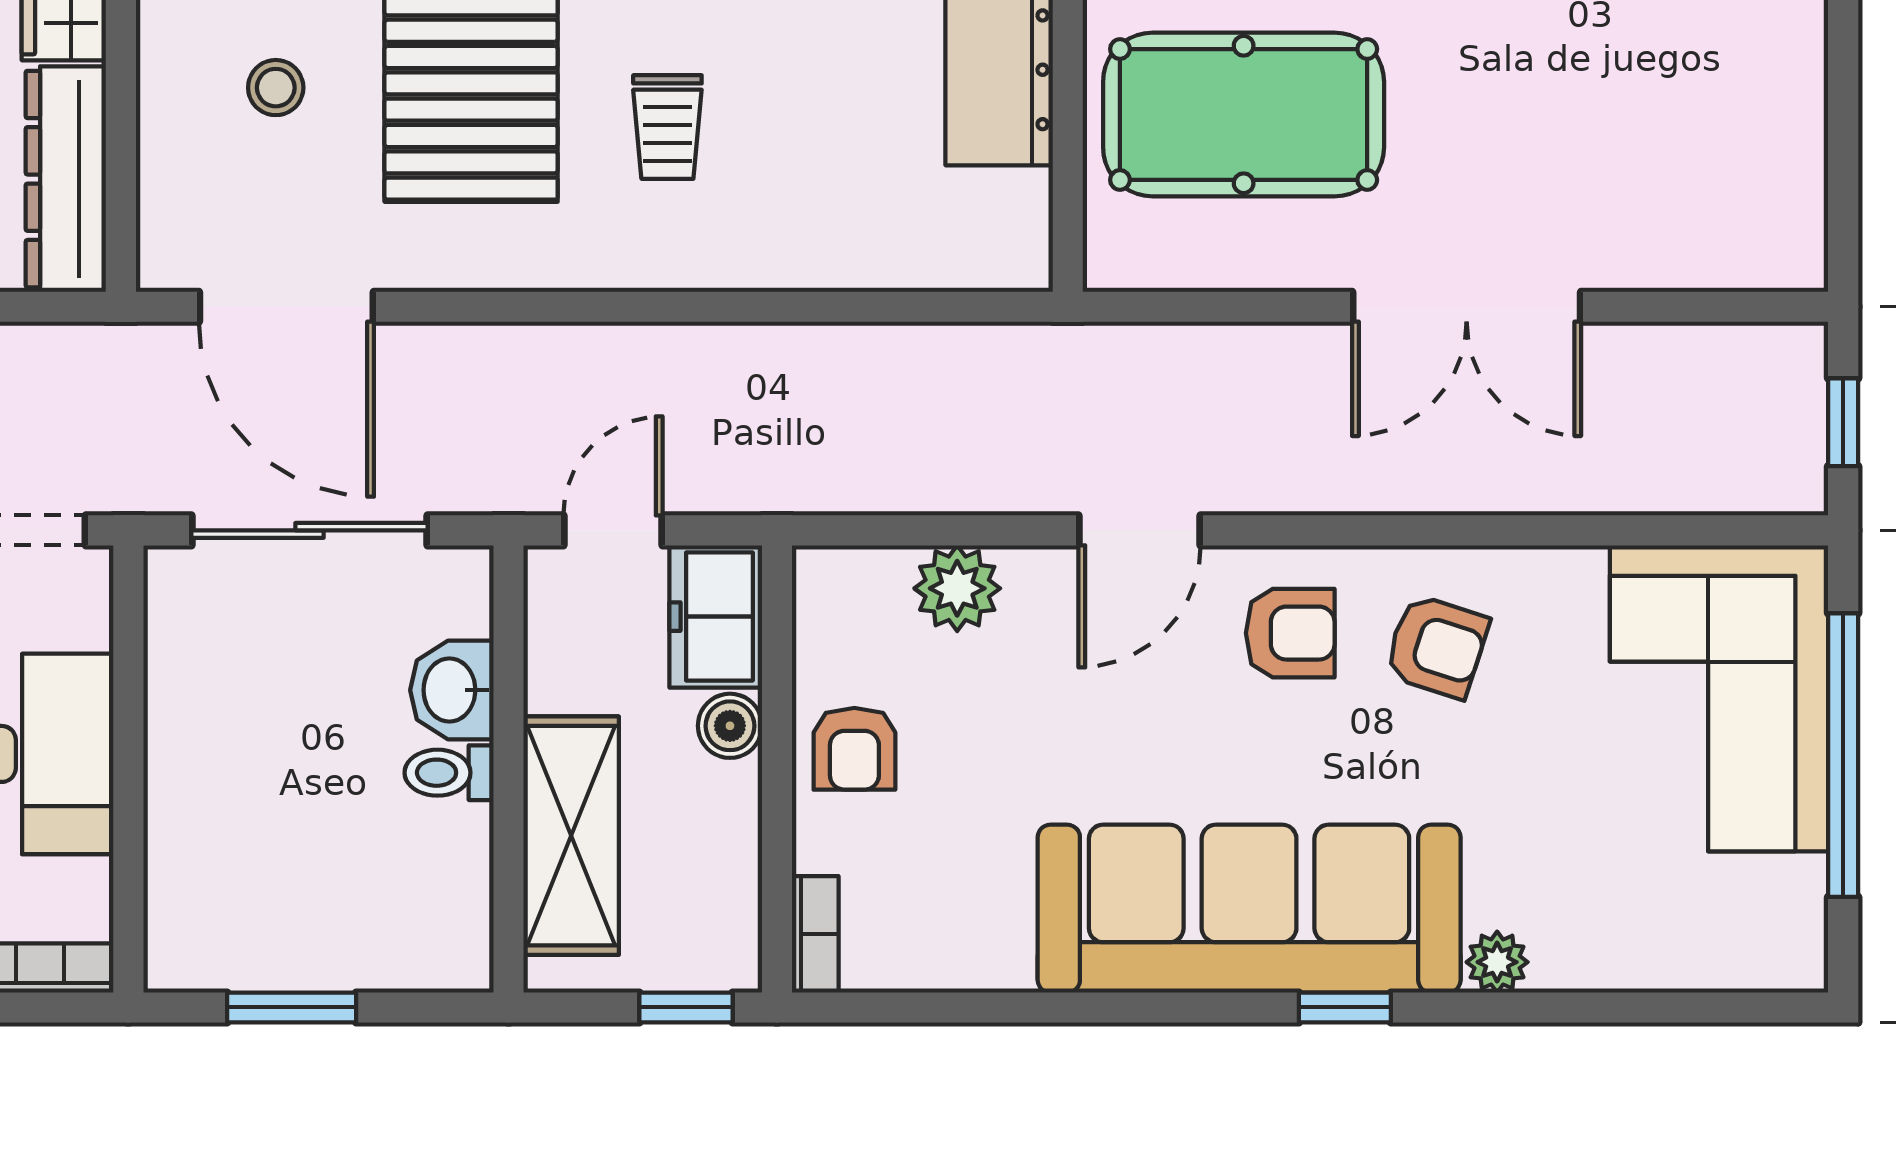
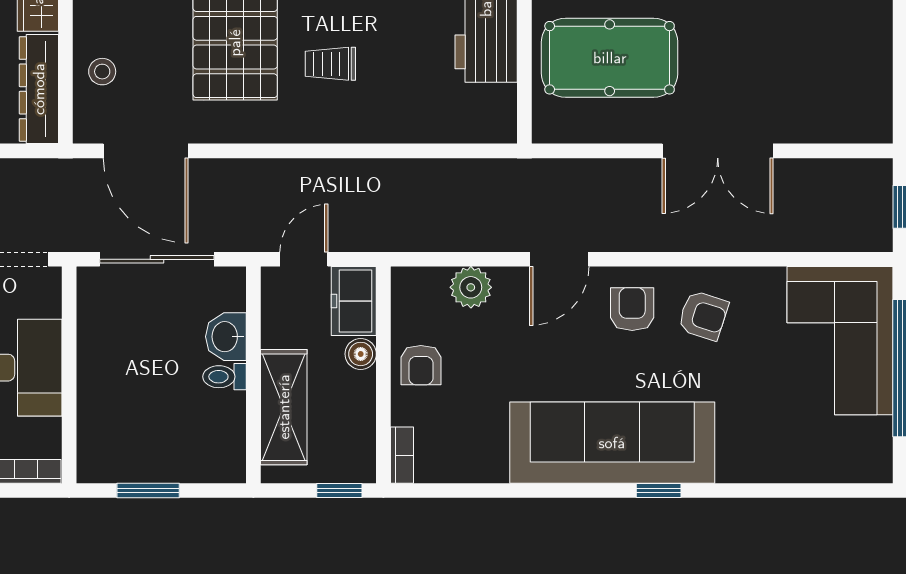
stool: (276, 88) -> (102, 72), moved
trolley: (667, 127) -> (330, 64), turned 90
armchair: (1290, 633) -> (632, 309), turned -90
plant: (1497, 962) -> (732, 468), removed

